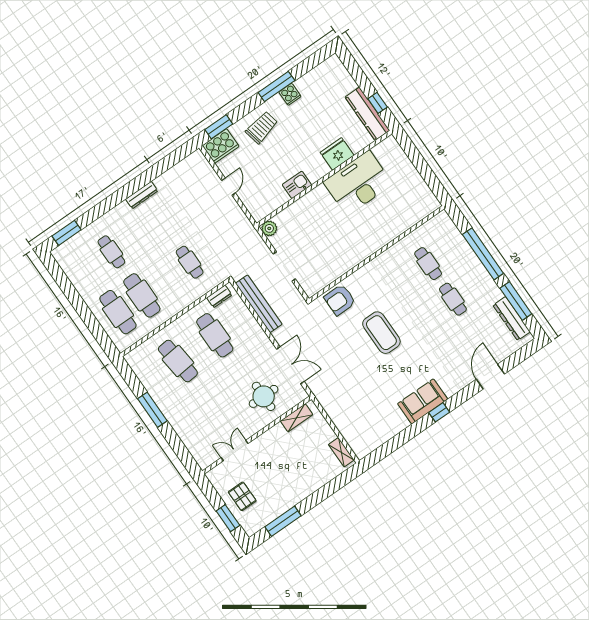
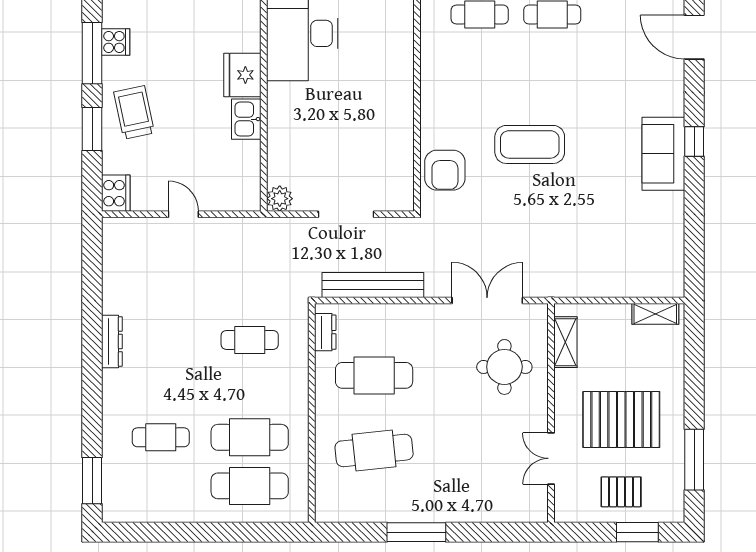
window: (219, 127) -> (92, 129), moved
cooker: (221, 146) -> (116, 193), width x0.73, depth x0.76
fridge: (337, 154) -> (242, 75), moved
pallet: (278, 472) -> (621, 419), added

